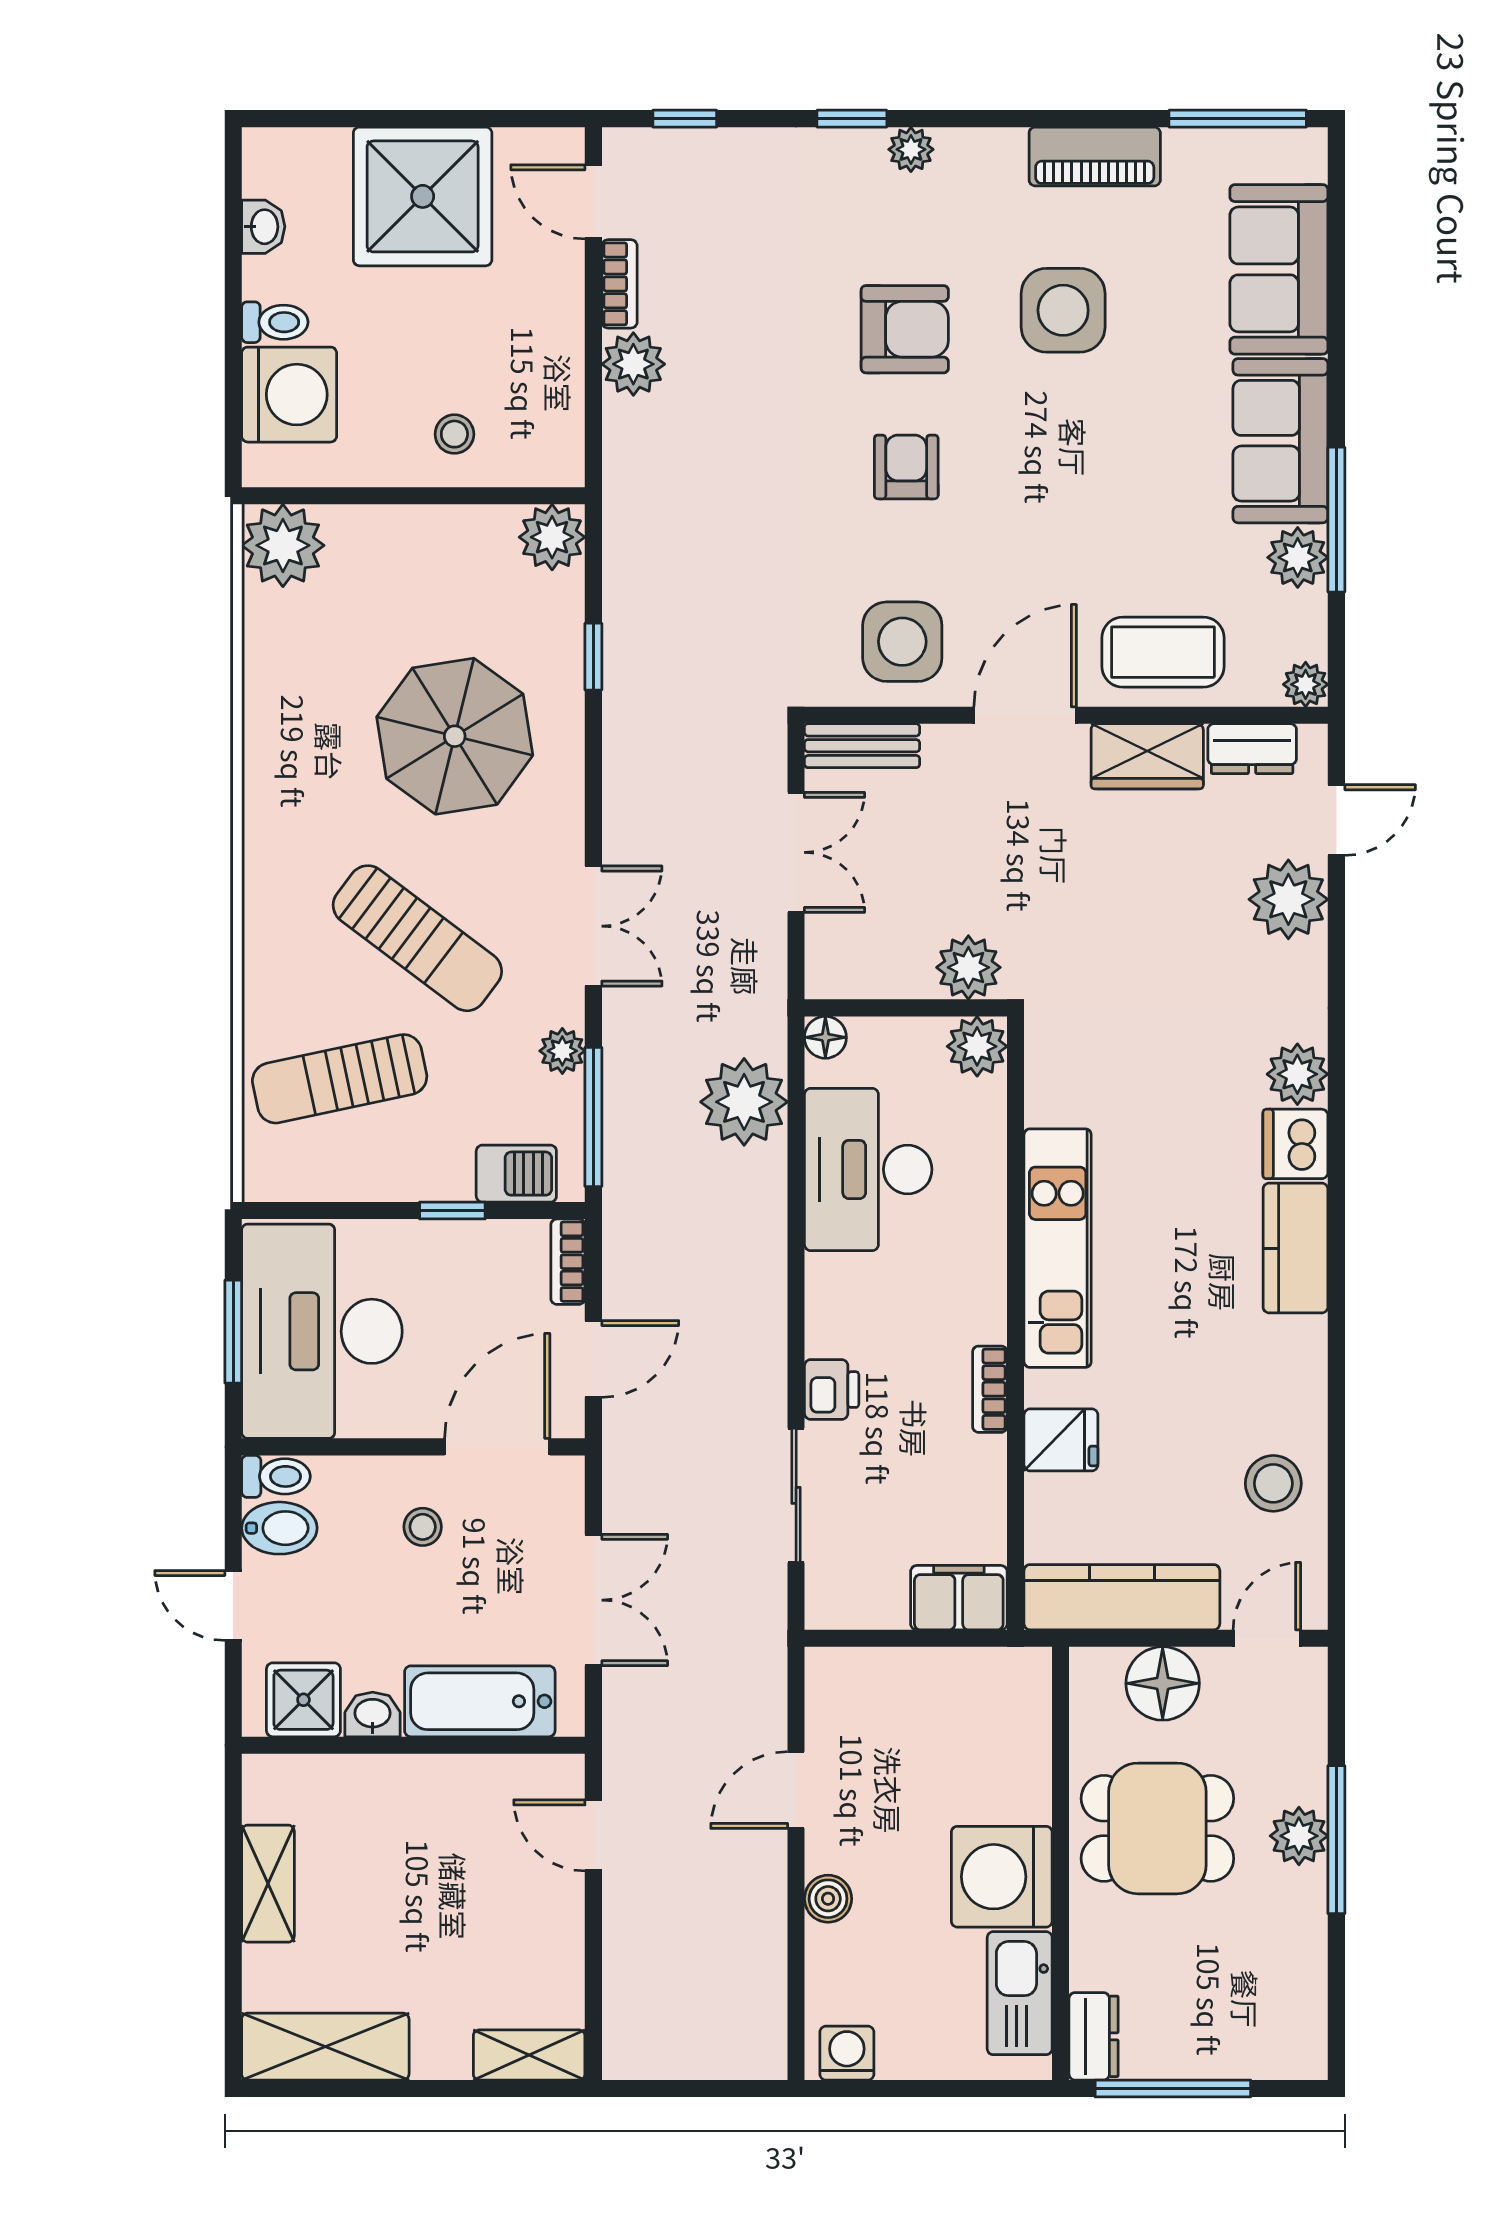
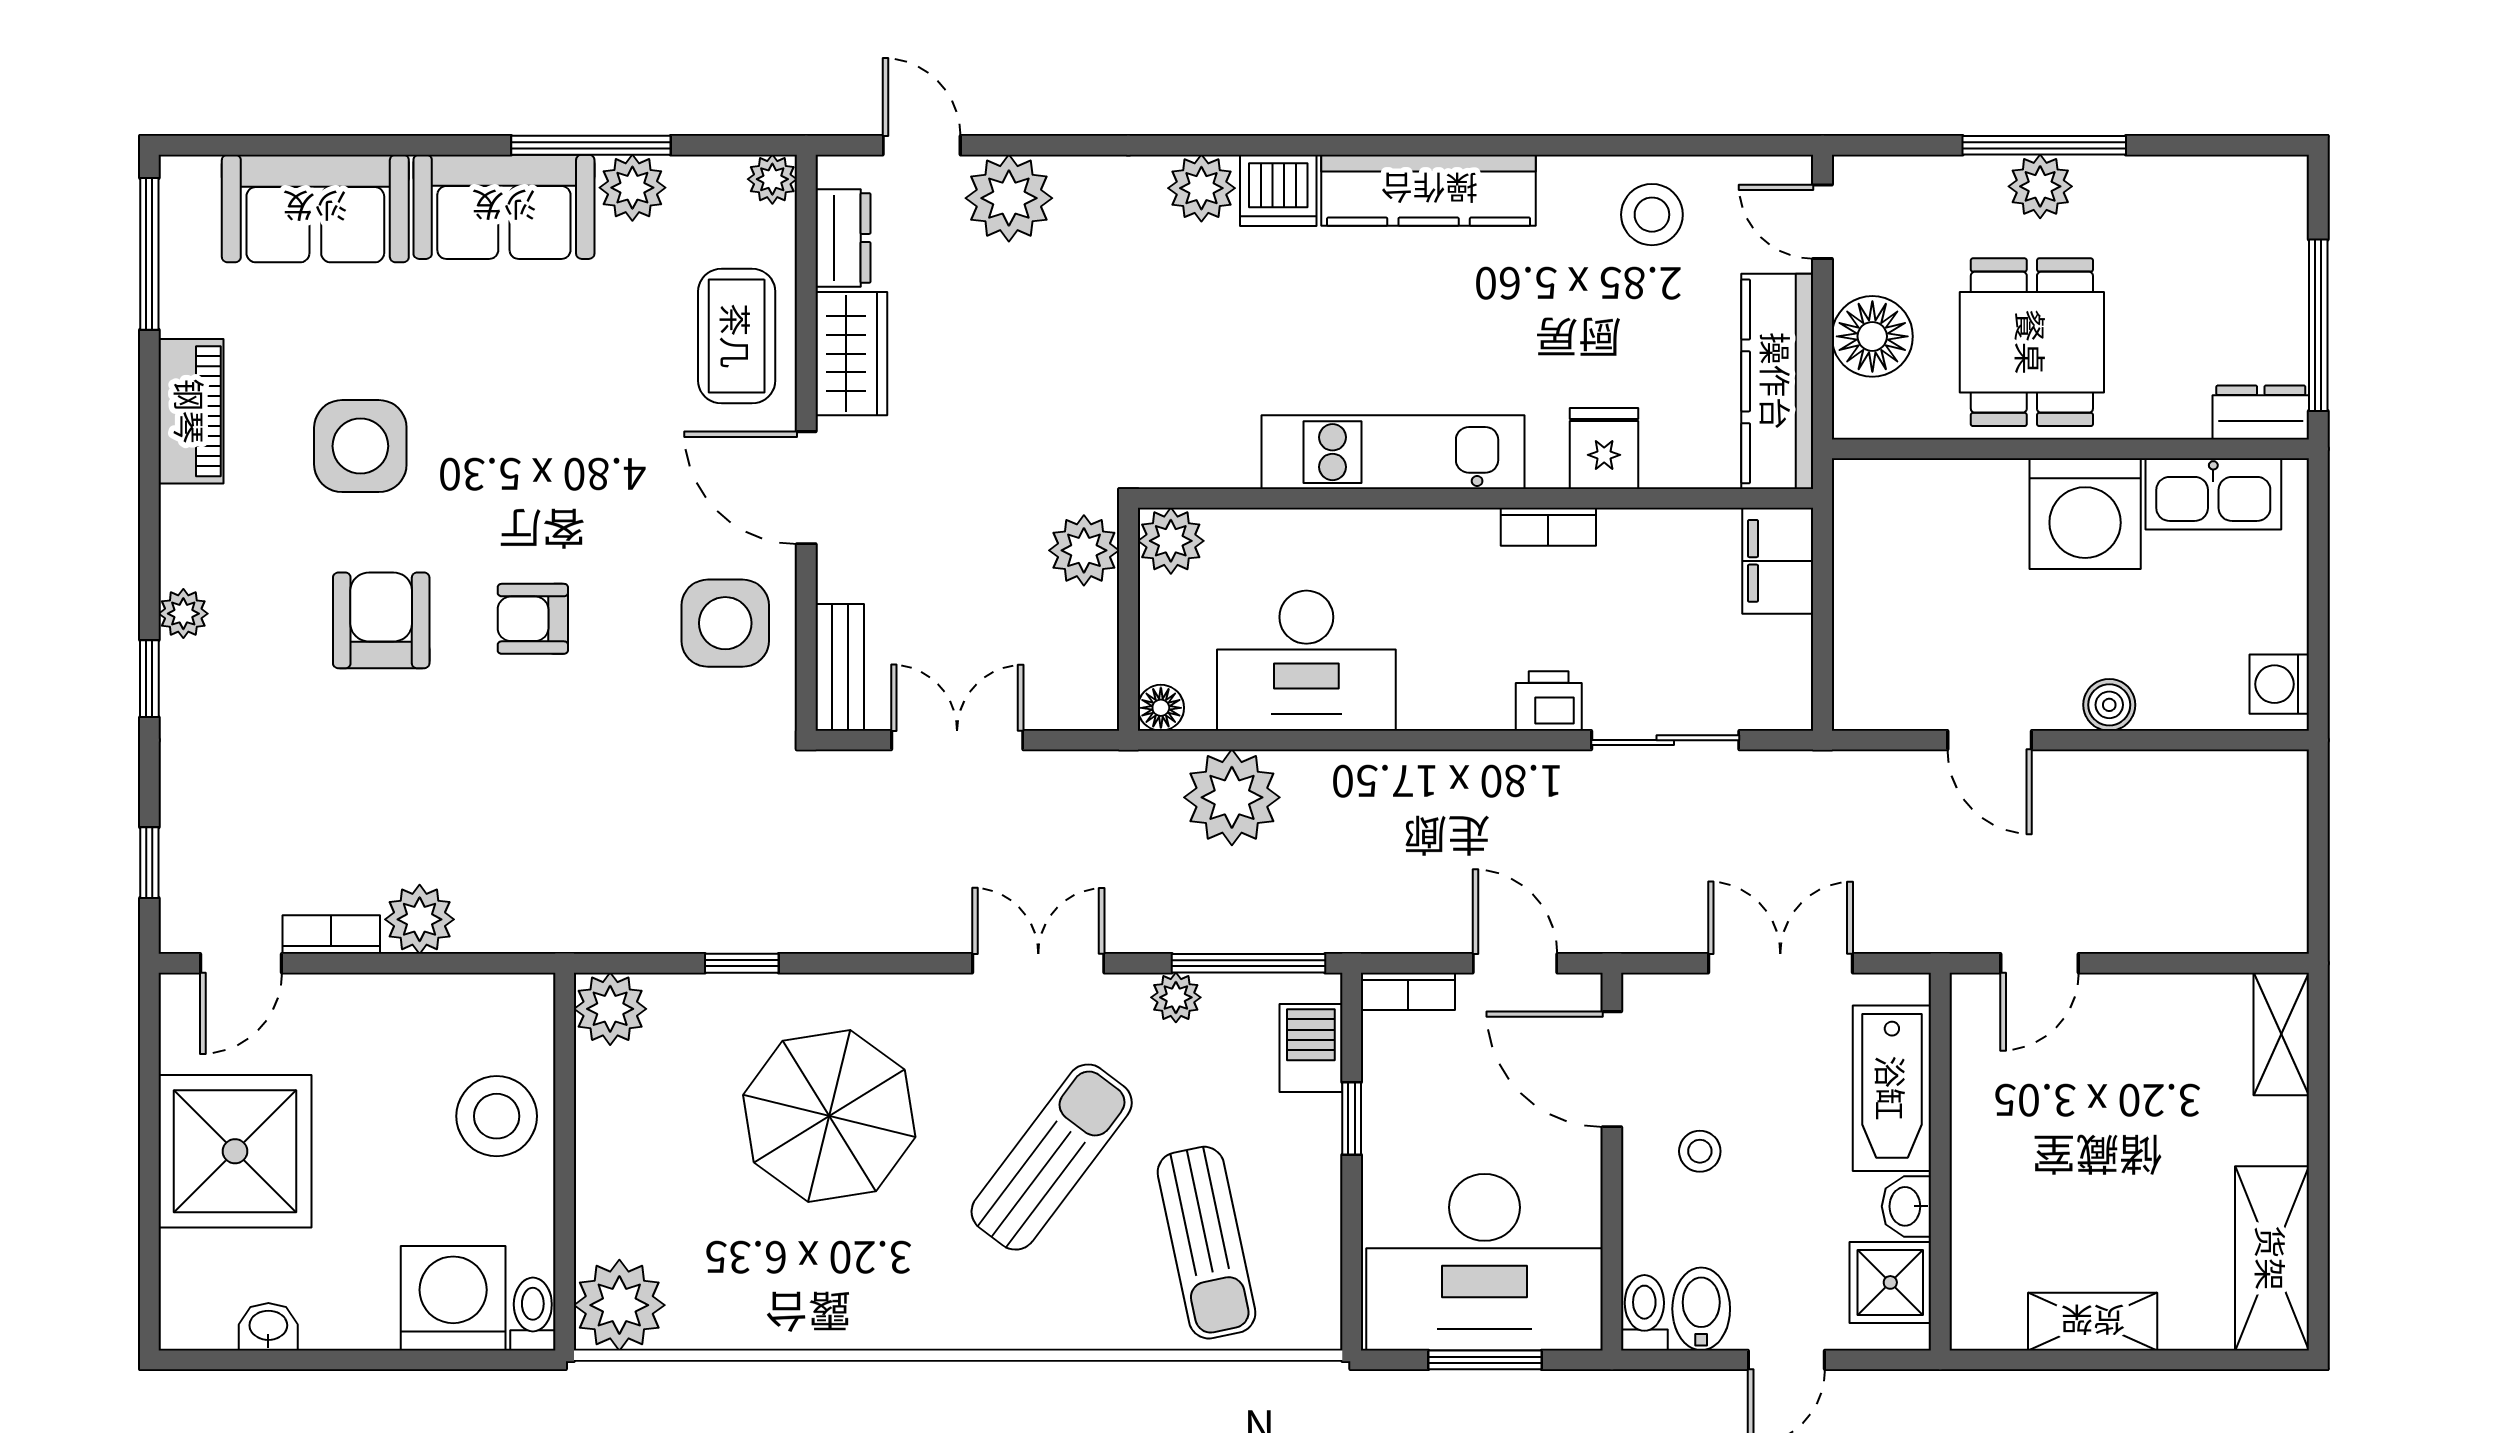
toilet: (275, 322) -> (533, 1314), moved
stool: (454, 434) -> (497, 1116), width x1.89, depth x1.89
kitchen counter: (1295, 1248) -> (1429, 190), width x1.50

